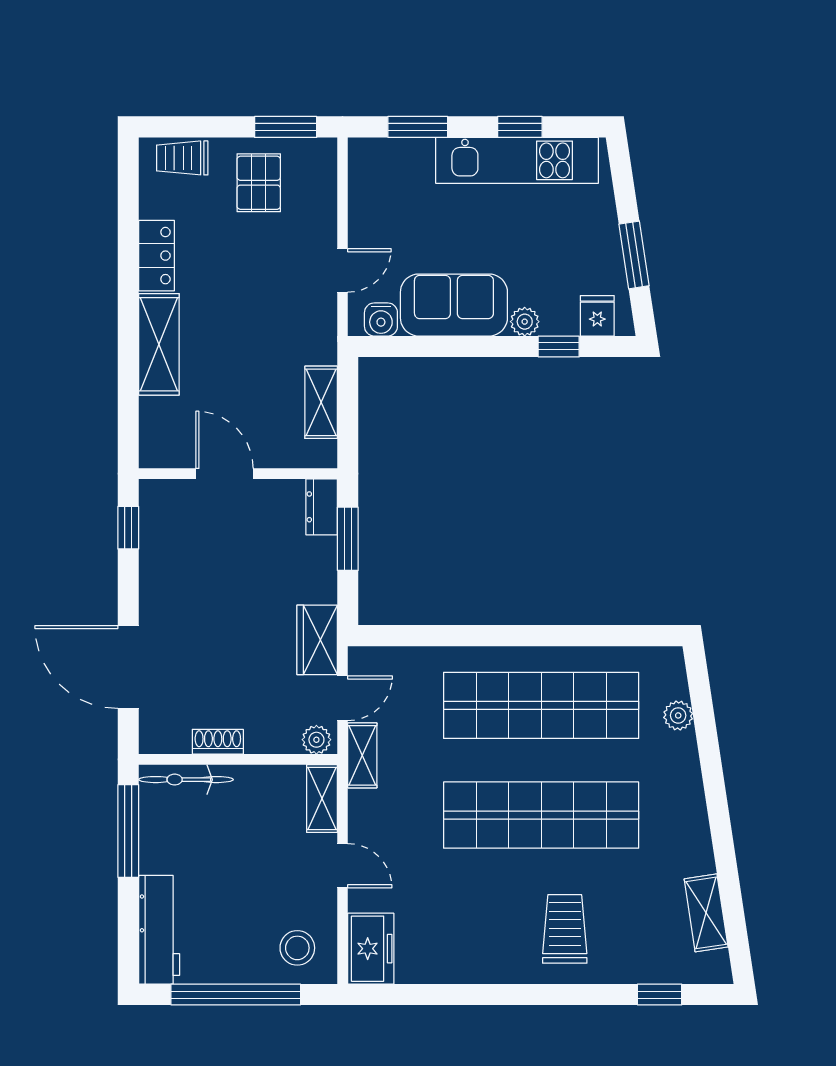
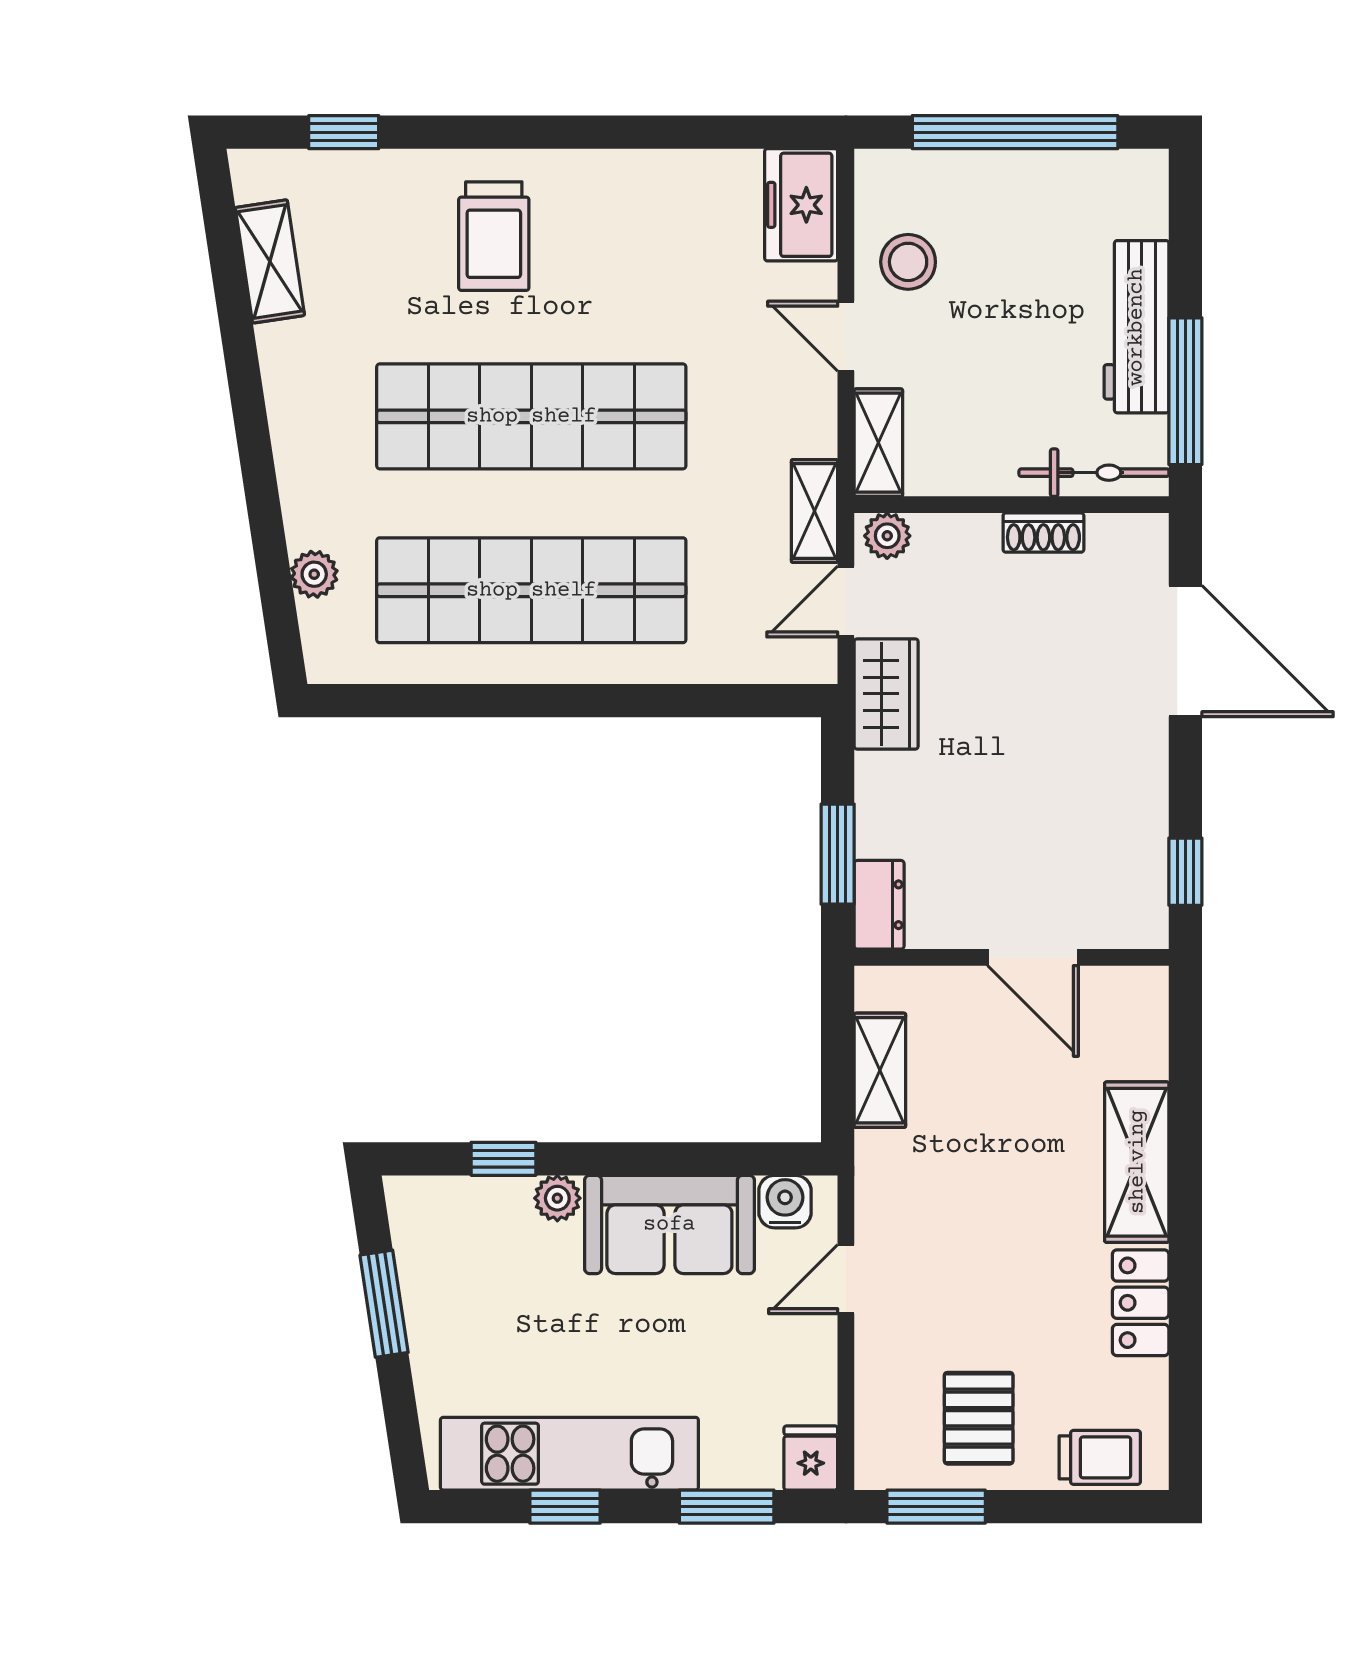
fridge: (597, 316) -> (811, 1458), moved, turned 180
workbench: (159, 930) -> (1136, 327), moved
stool: (297, 948) -> (908, 262), moved

